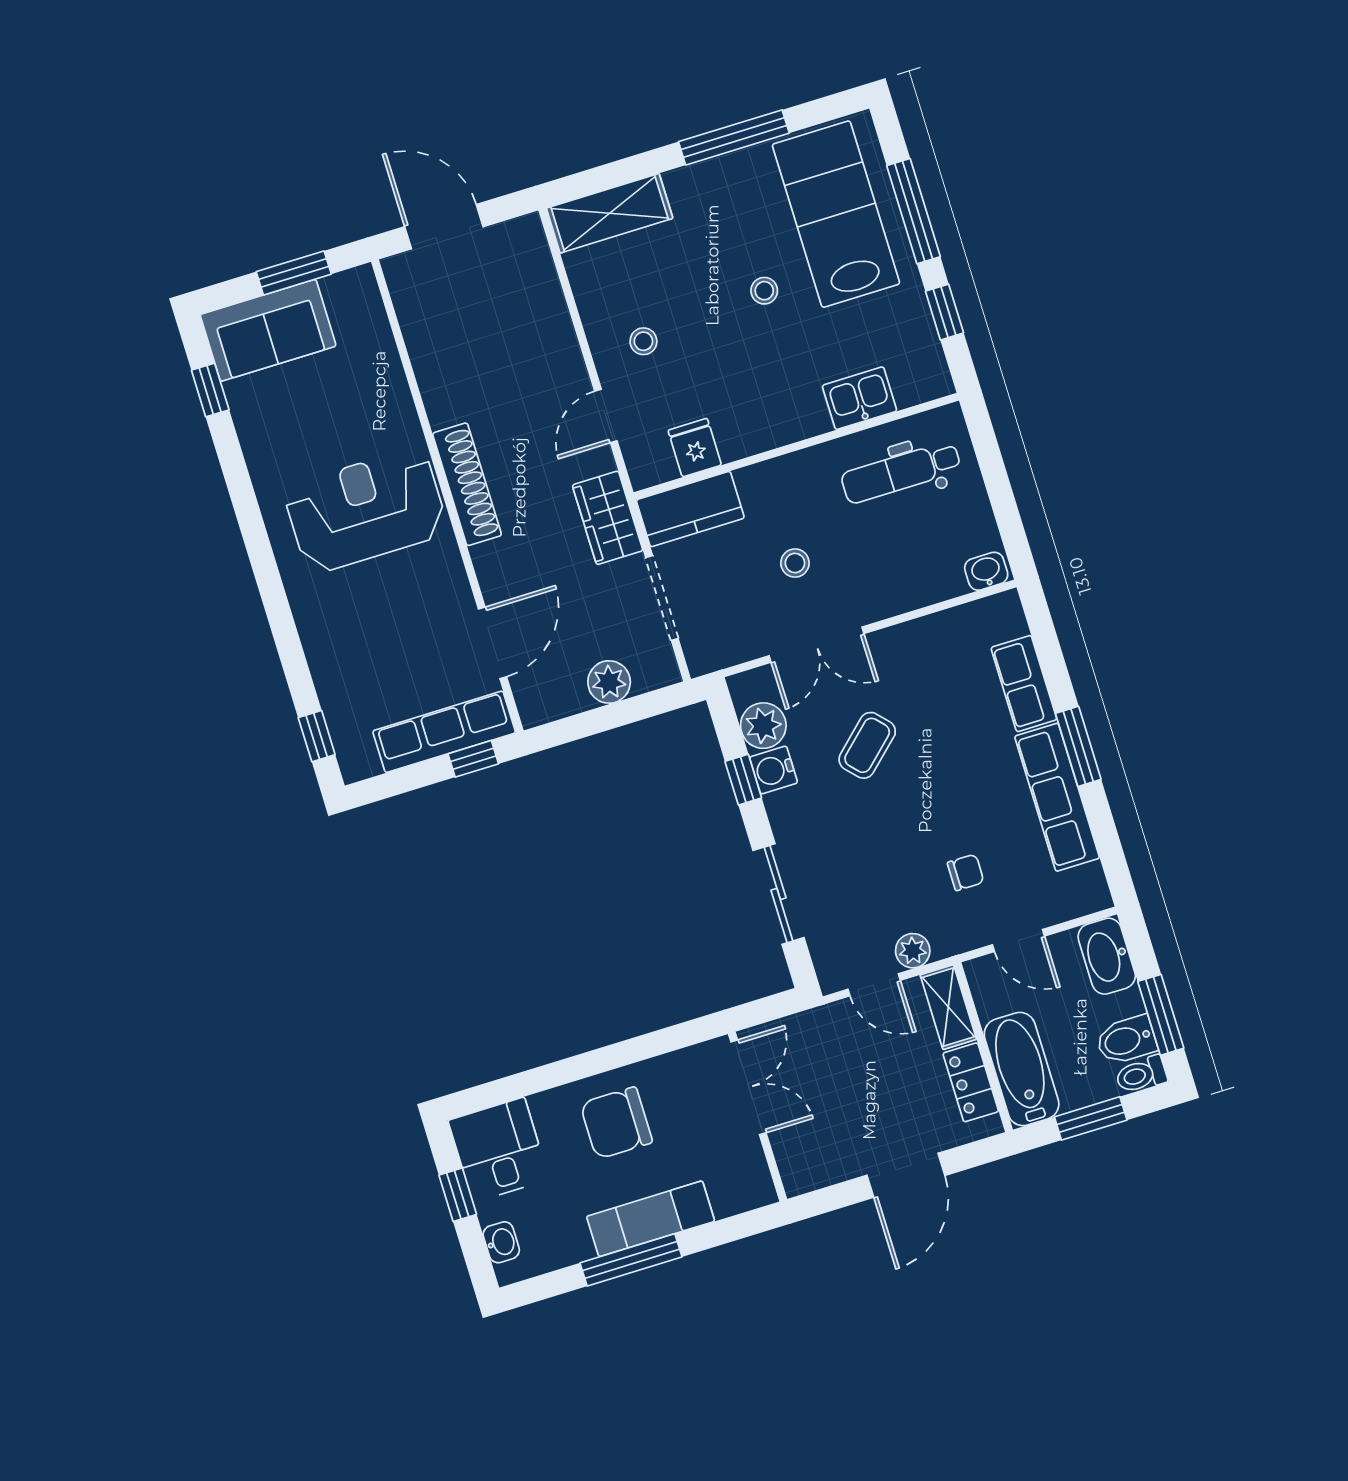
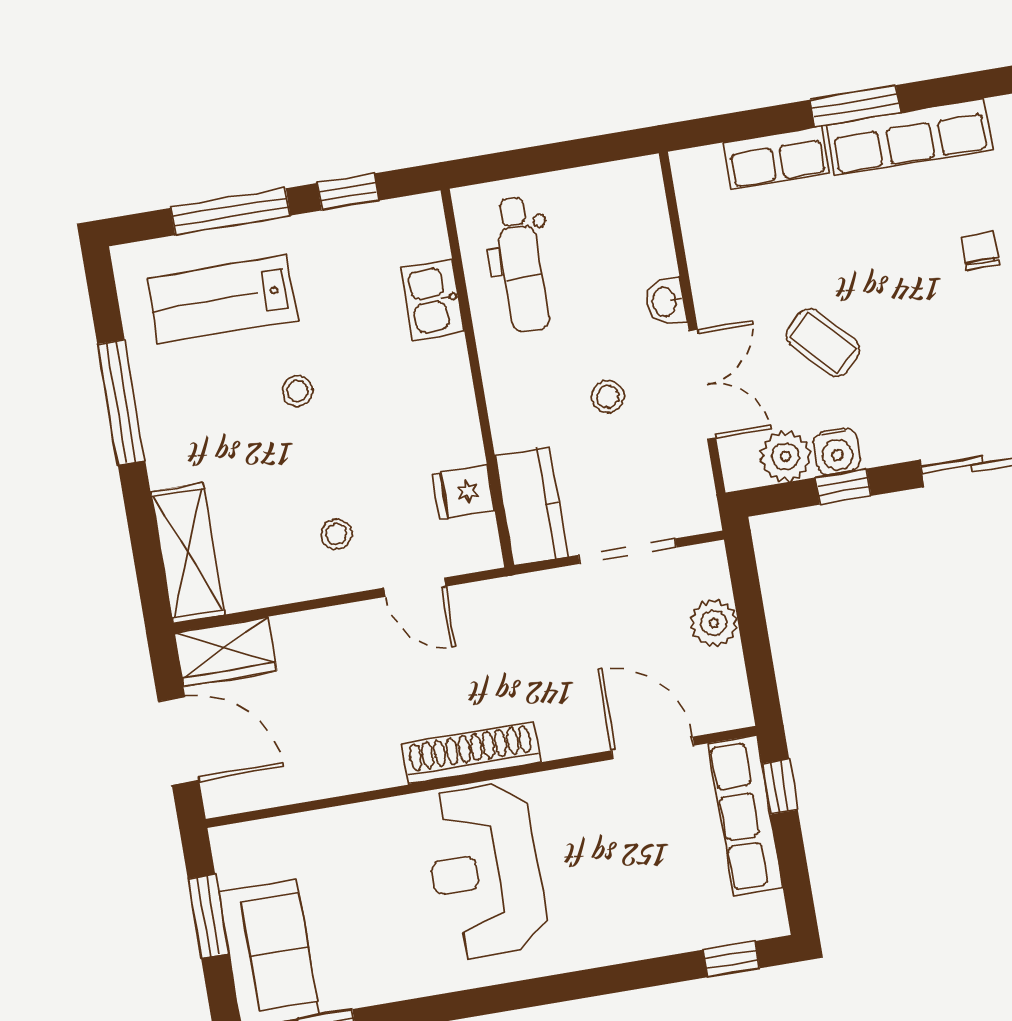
lab bench: (836, 214) -> (222, 299), width x0.73, depth x0.72
door: (444, 227) -> (178, 741), swing flipped
wardrobe: (608, 518) -> (225, 652), moved
washbasin: (986, 571) -> (665, 302), moved

